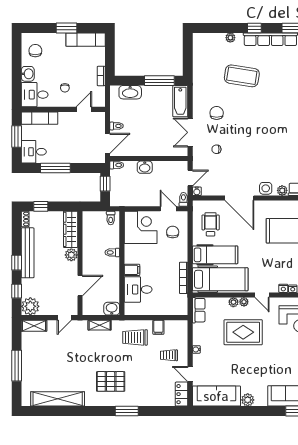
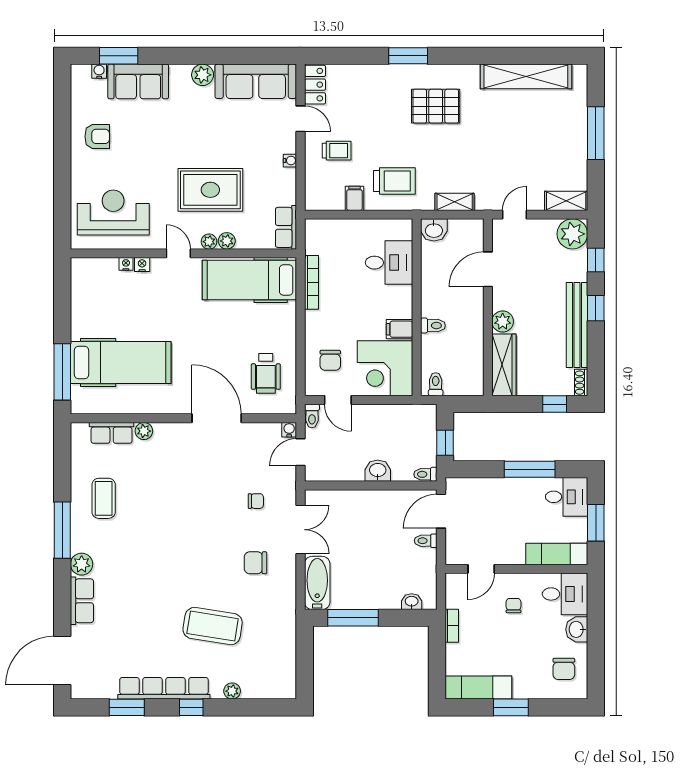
washbasin: (130, 92) -> (412, 602), width x0.52, depth x0.69
chair: (217, 113) -> (256, 563), turned 90
side table: (266, 188) -> (172, 435), removed
hospital bed: (215, 255) -> (258, 321), removed
filing cabinet: (132, 270) -> (399, 329), moved

